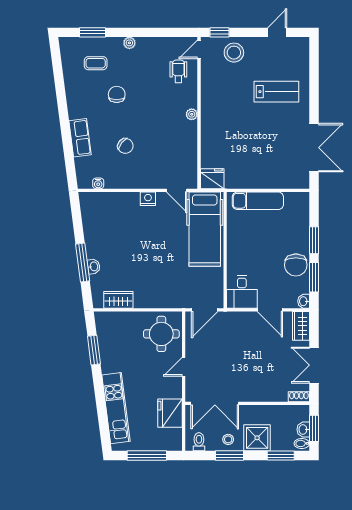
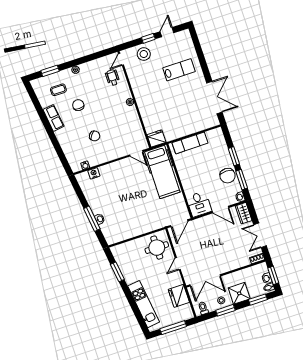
window: (220, 32) -> (148, 38), moved
row of seats: (80, 138) -> (53, 118), moved
nightstand: (148, 199) -> (94, 173), moved
wardrobe: (118, 300) -> (122, 235), removed

